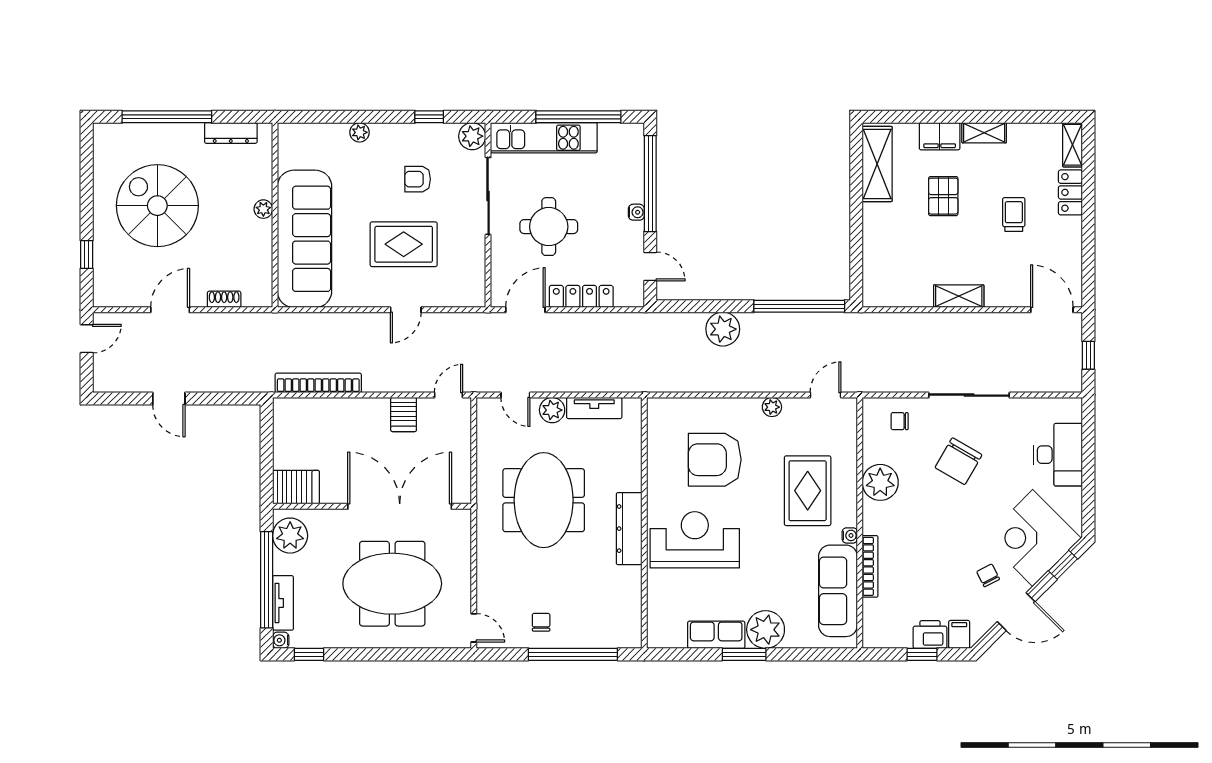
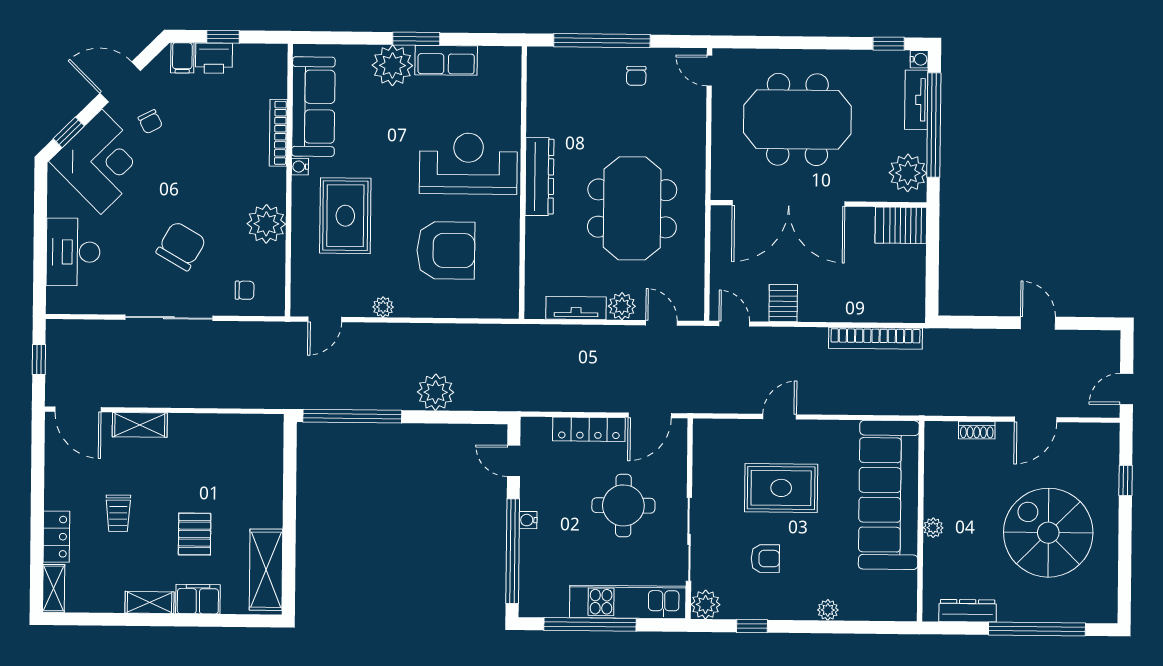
spiral stairs: (157, 206) -> (1048, 533), turned 180
shelving: (959, 296) -> (140, 425), moved
door: (448, 395) -> (734, 324), swing flipped
reception desk: (695, 540) -> (468, 164), turned 180

